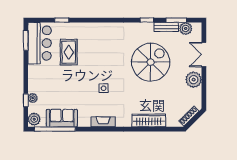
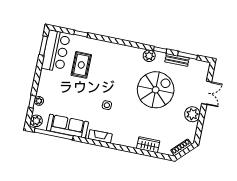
plant: (186, 28) -> (149, 56), moved
double door: (204, 54) -> (207, 93), swing flipped
sofa: (62, 118) -> (67, 126), width x1.36
wardrobe: (149, 120) -> (148, 145), width x0.67

